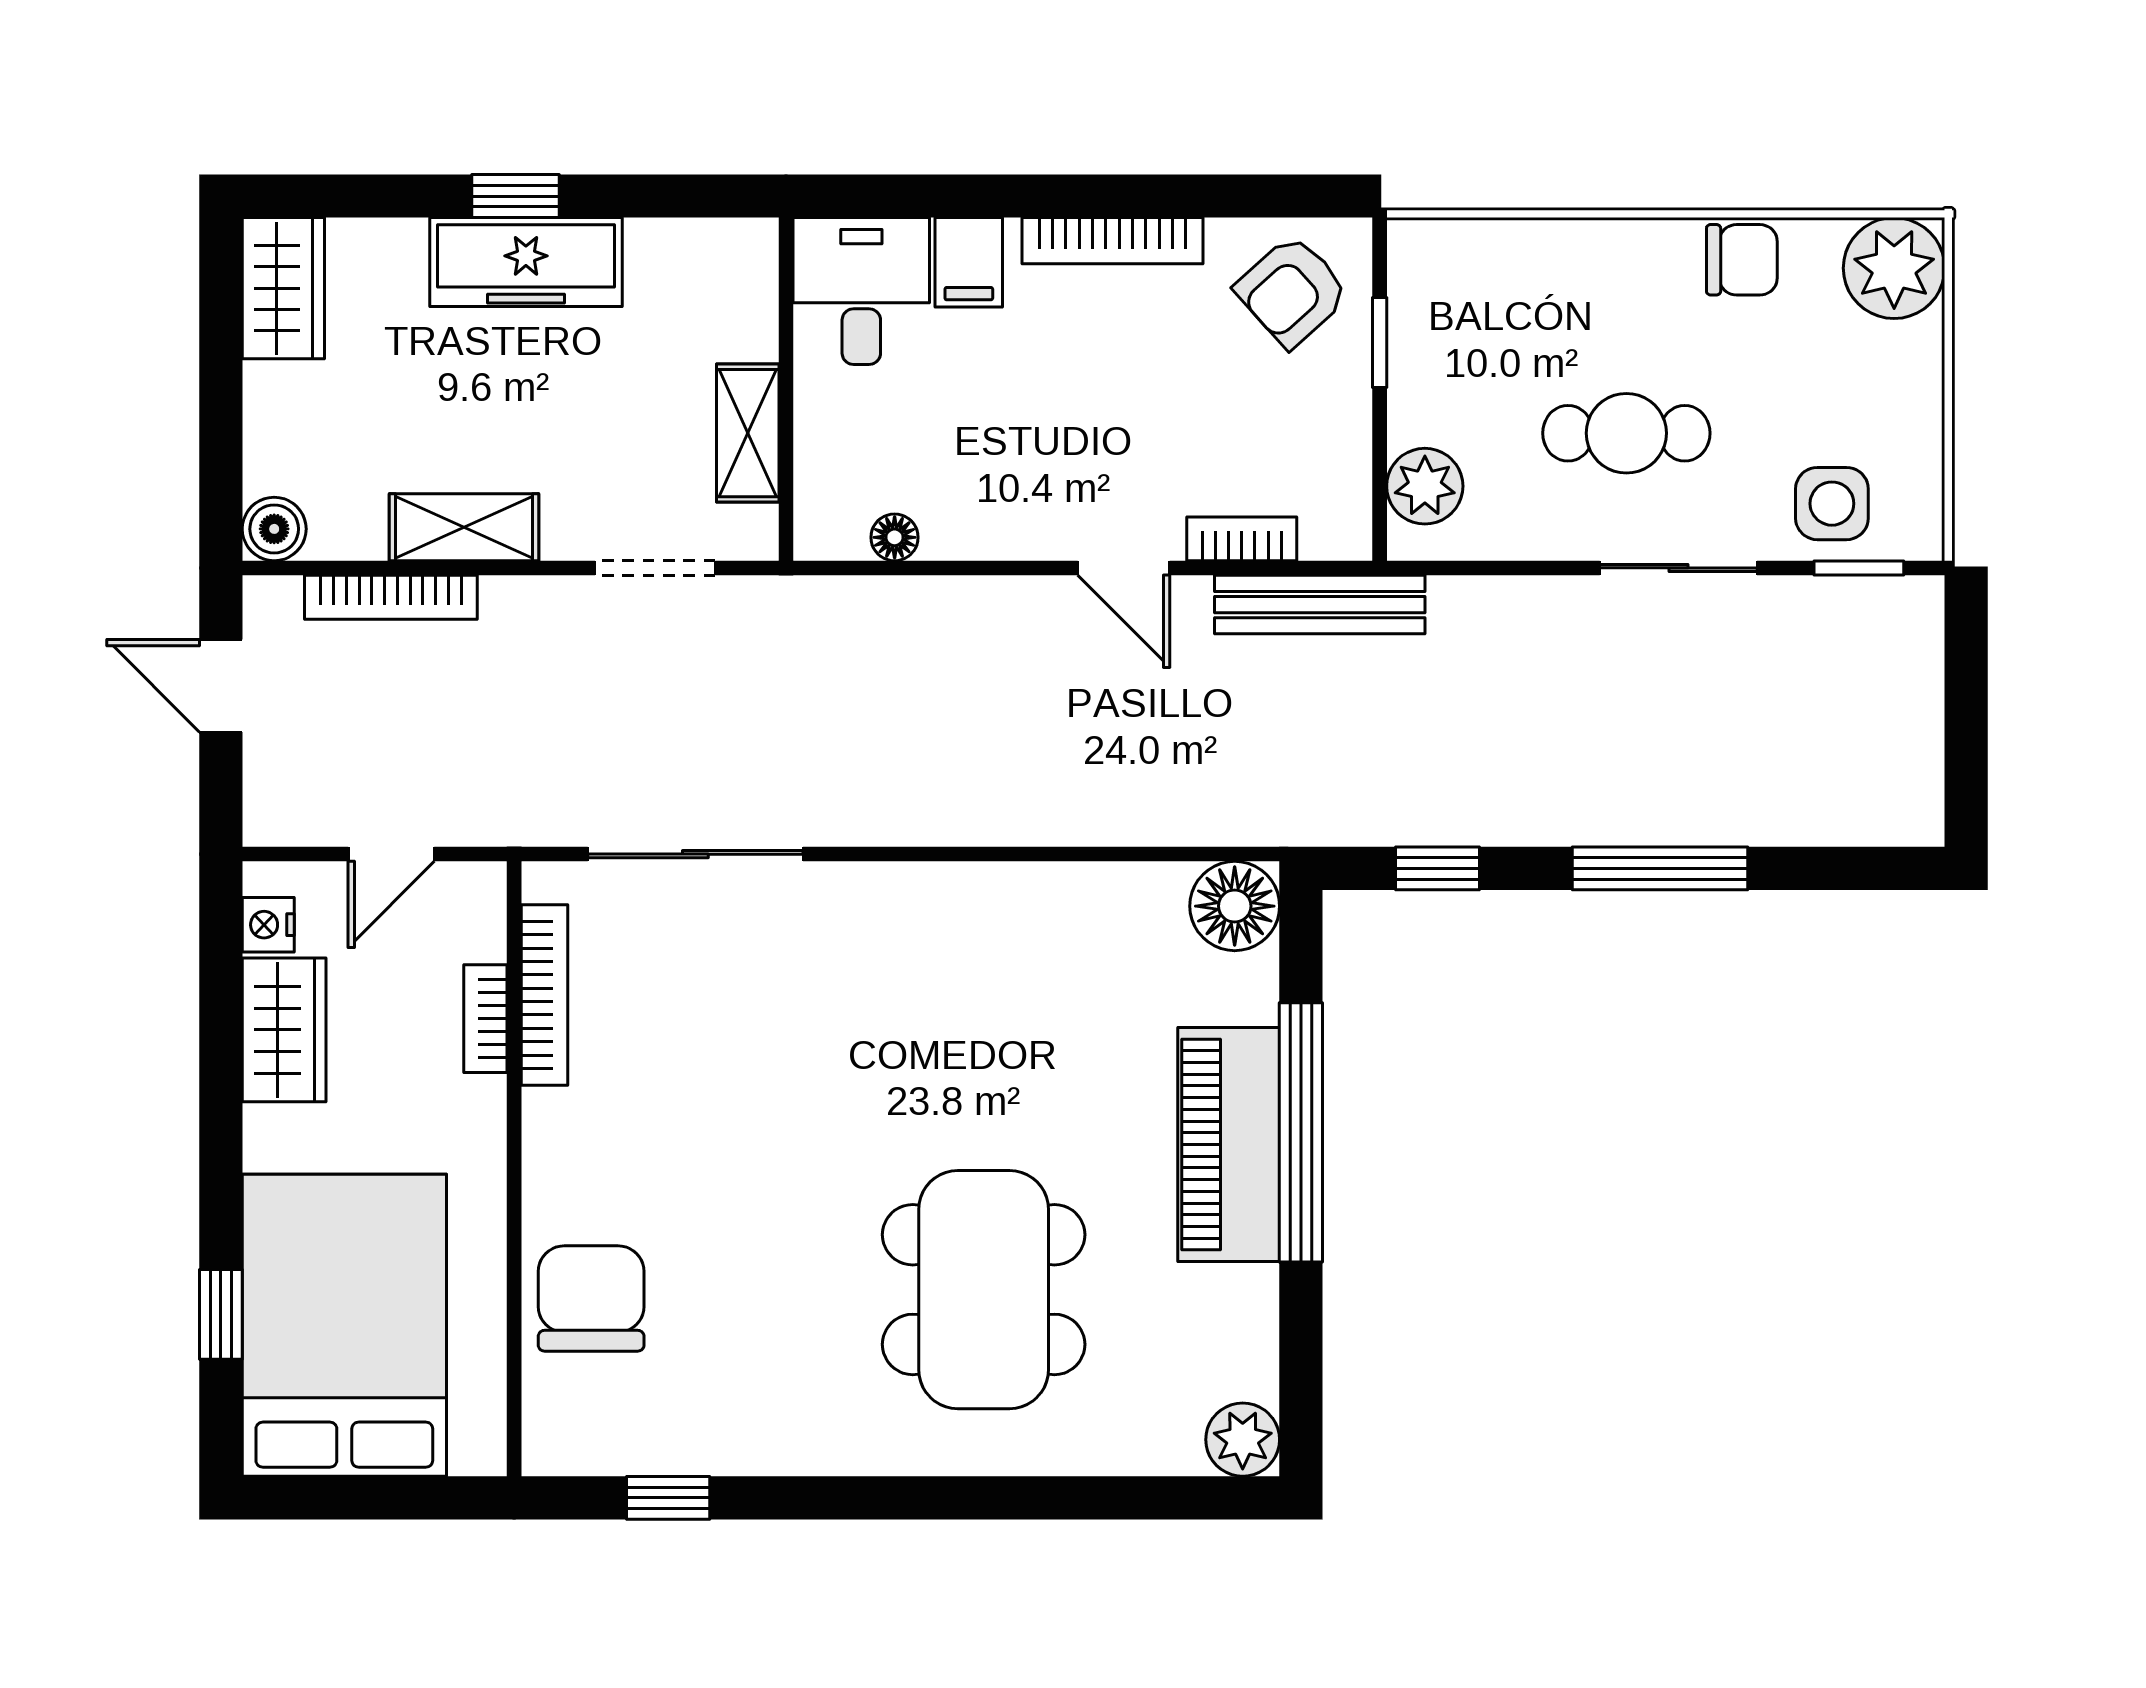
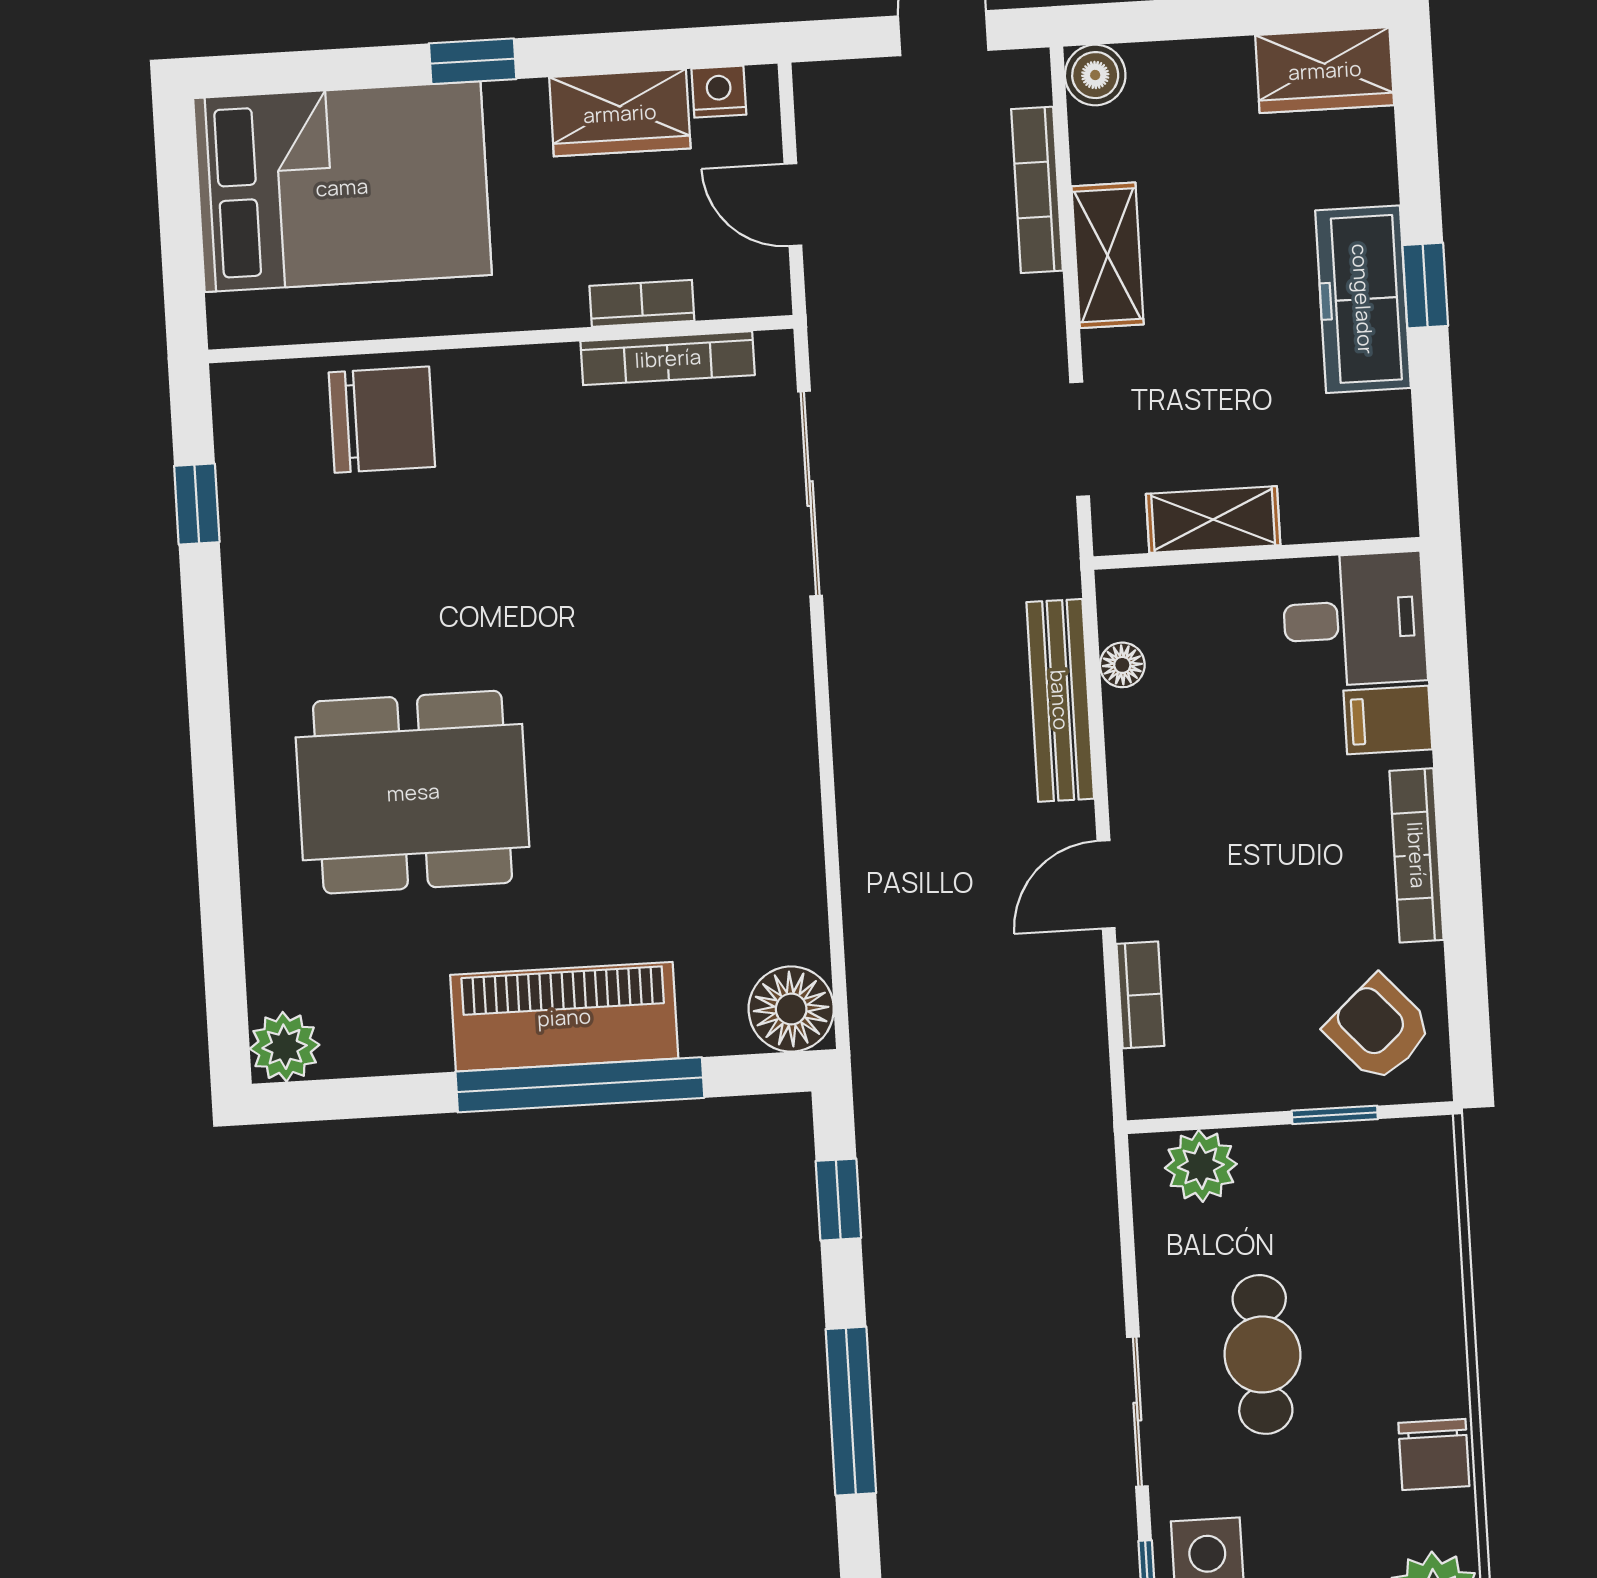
bench: (1320, 605) -> (1060, 700), moved
window: (221, 1314) -> (473, 61), moved

